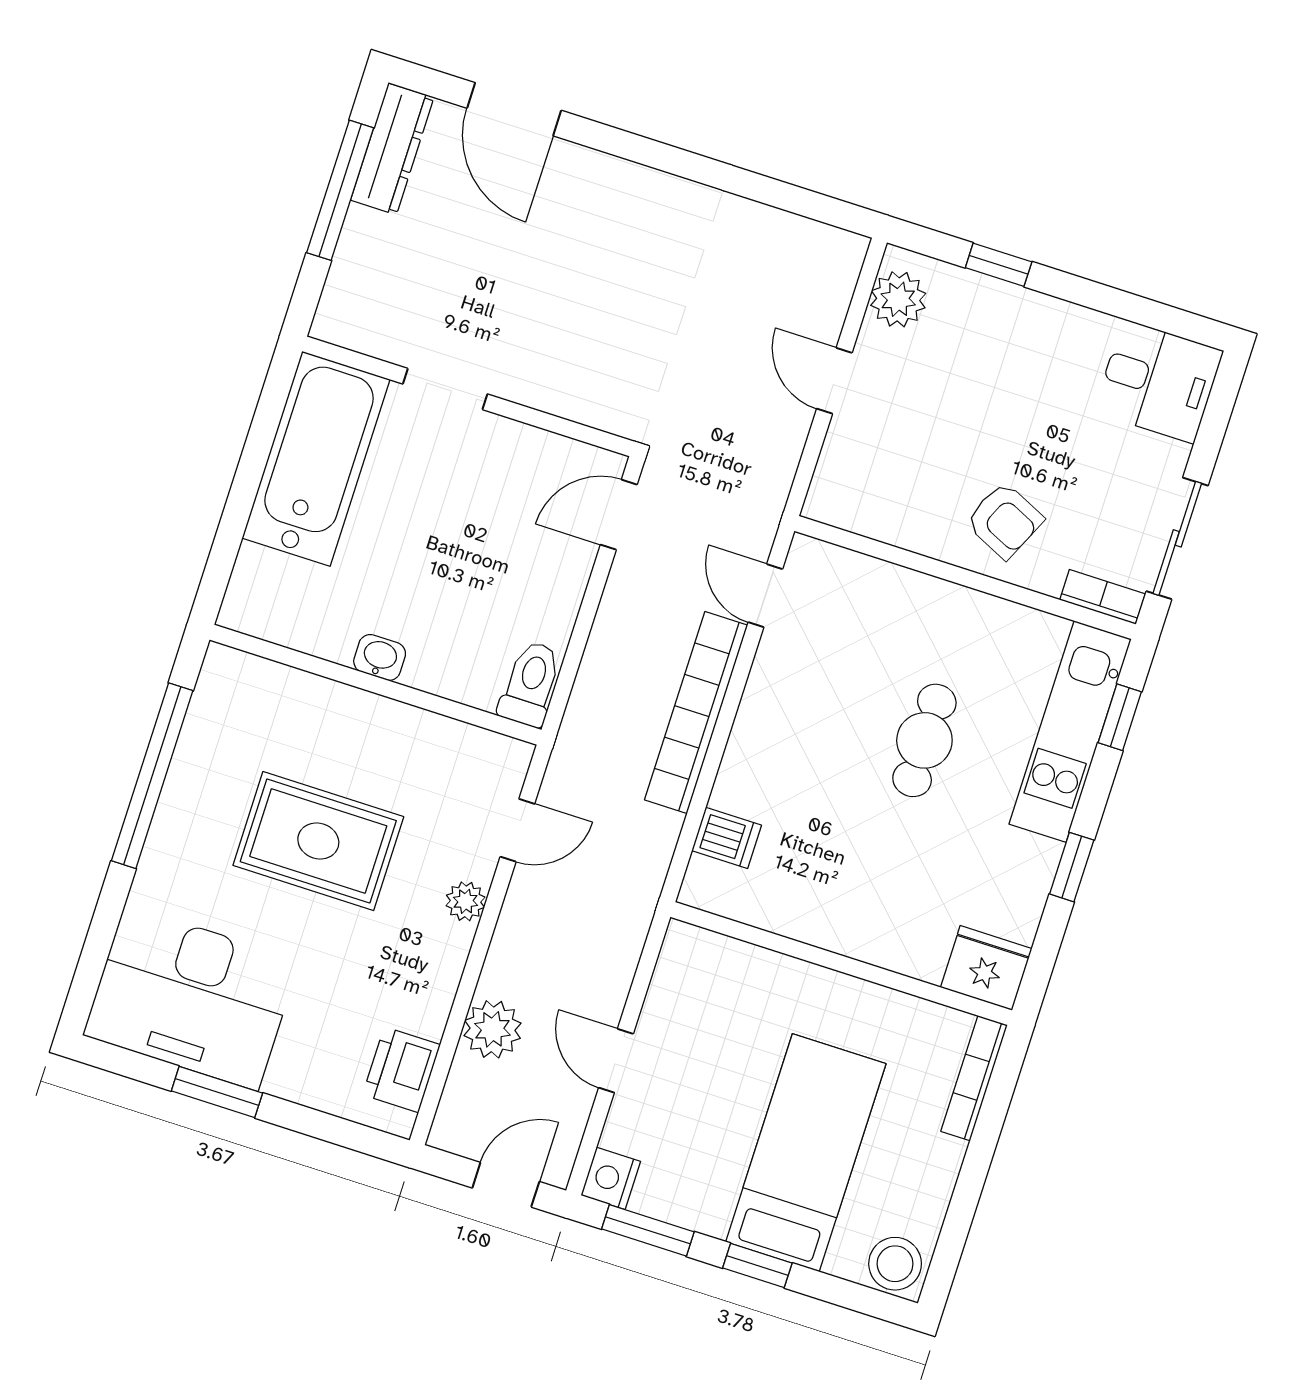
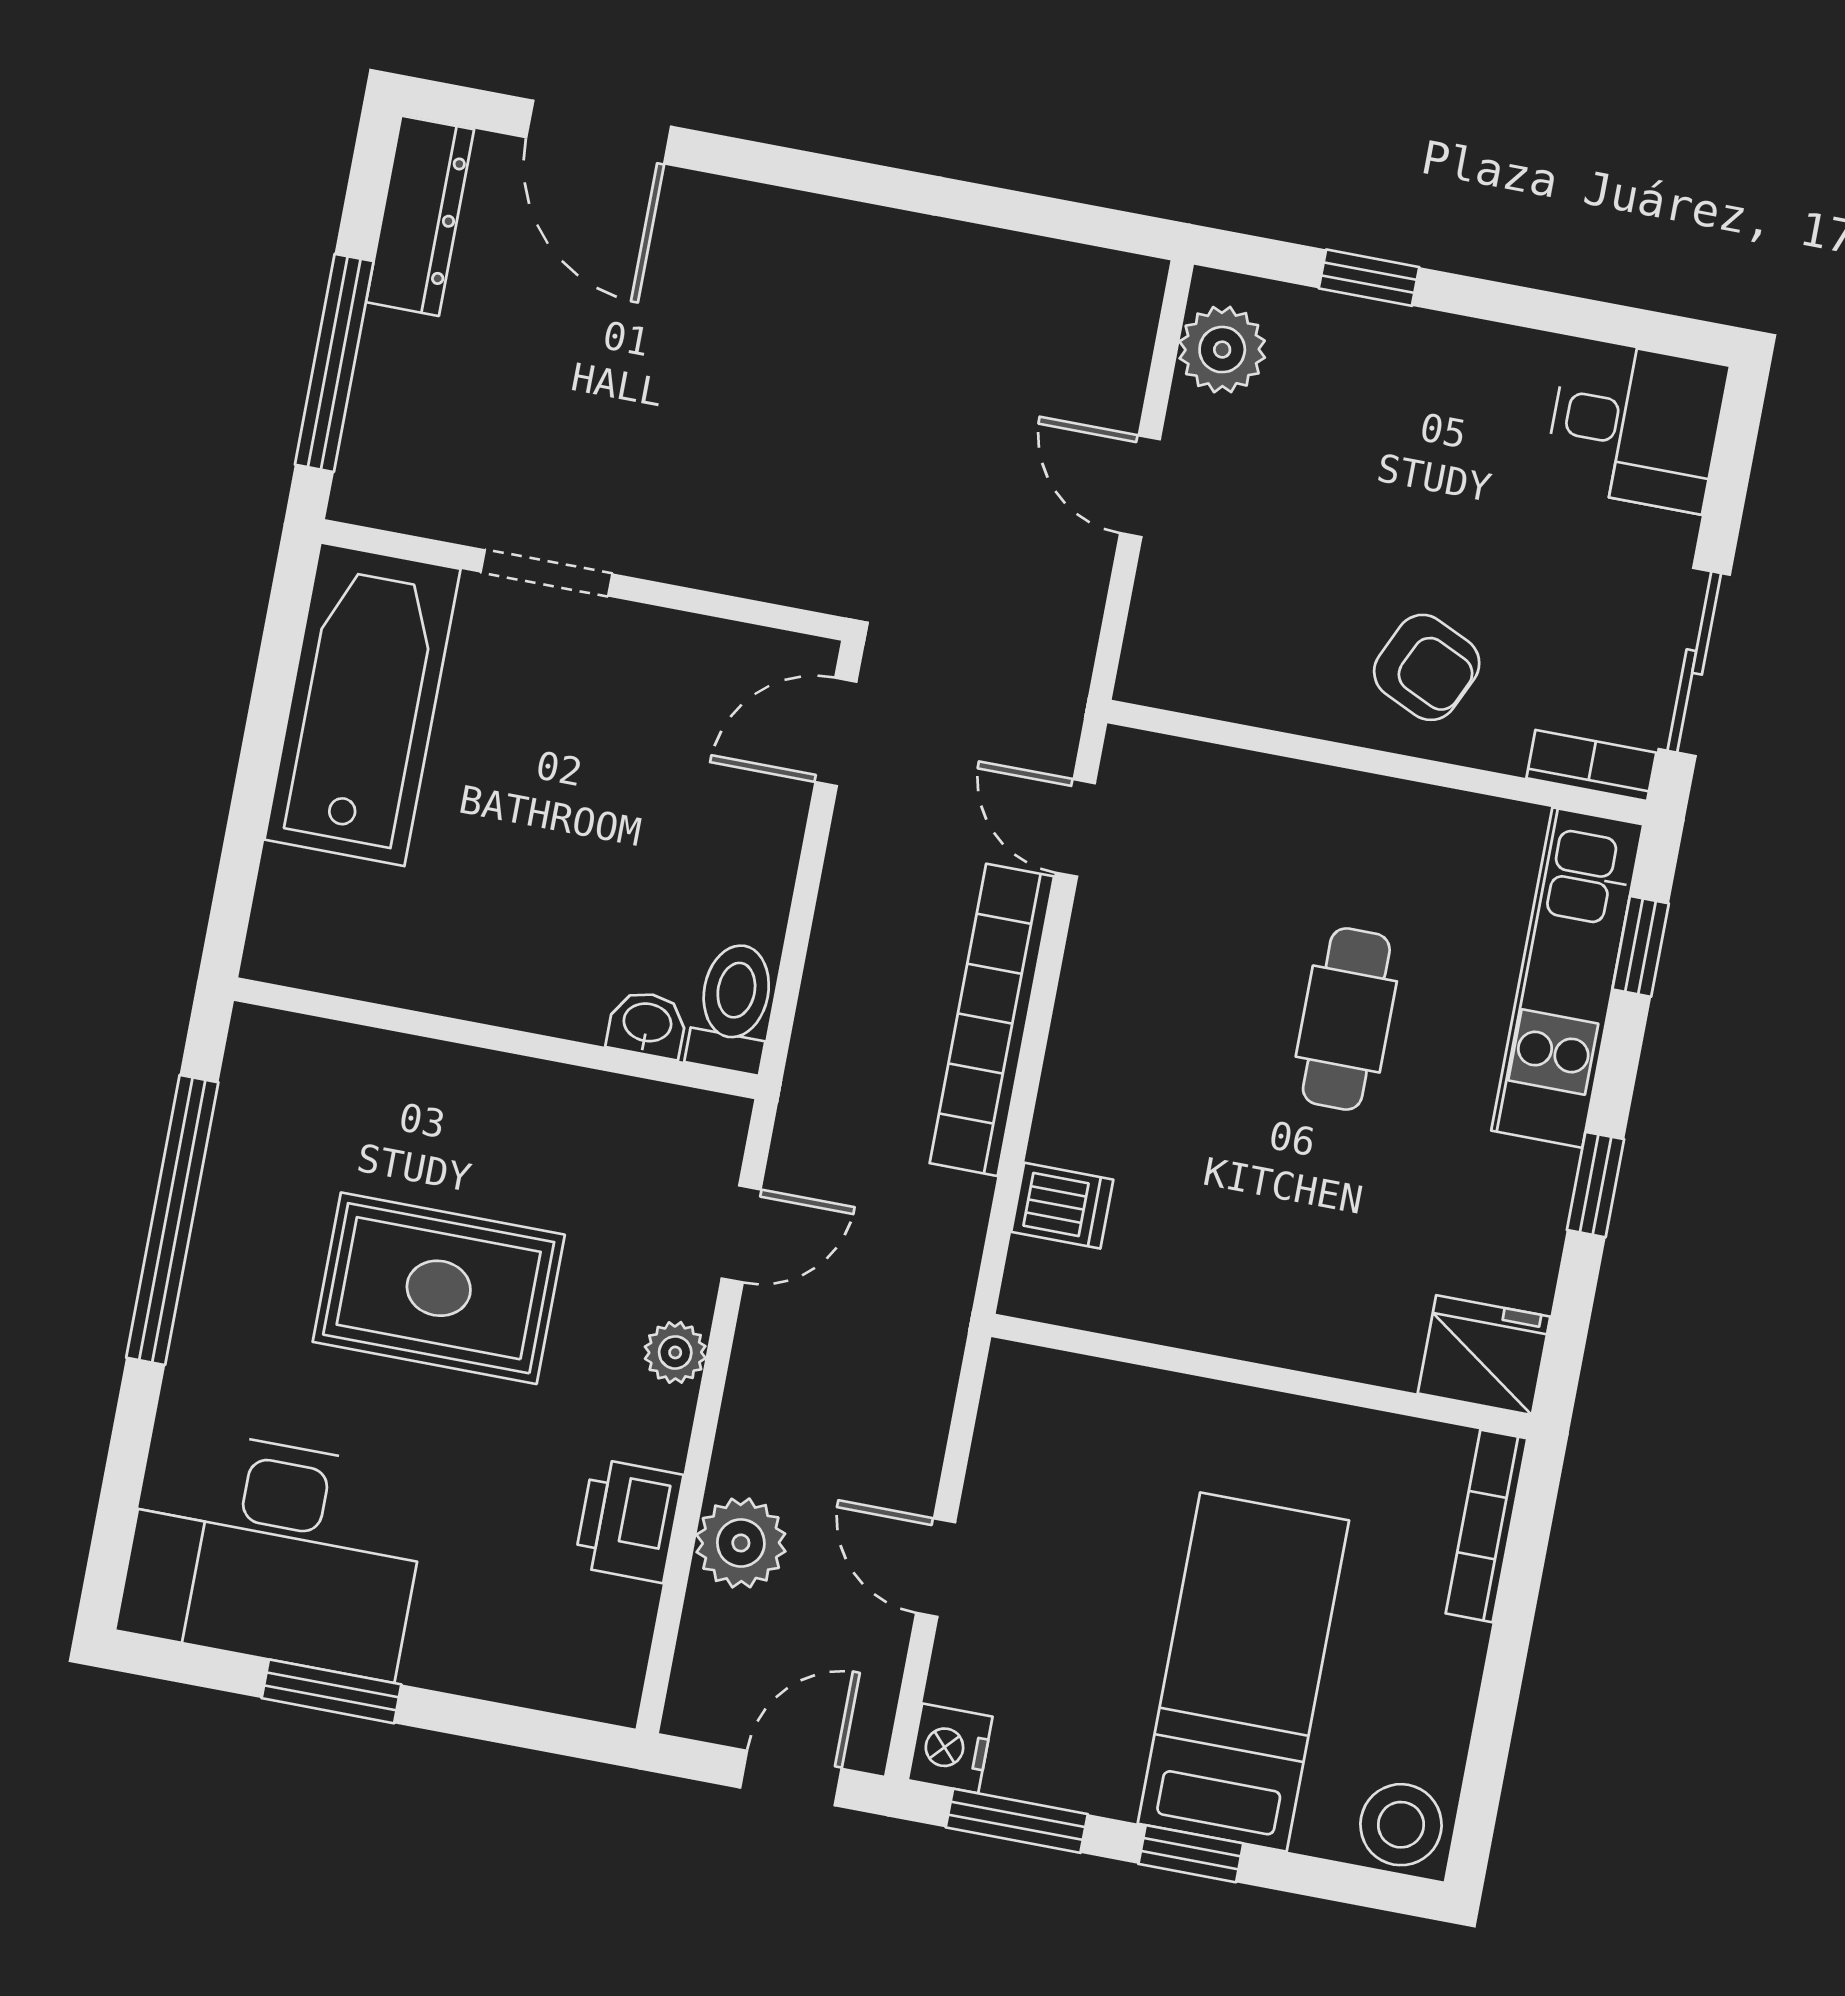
window: (340, 190) -> (334, 363), moved
washbasin: (380, 657) -> (647, 1024), moved
printer: (401, 1070) -> (628, 1521), moved

